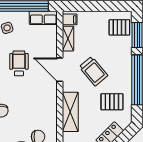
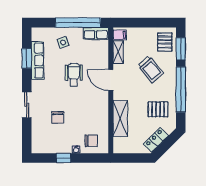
pallet: (119, 27) -> (165, 42), turned 90
trolley: (93, 71) -> (151, 69), moved

